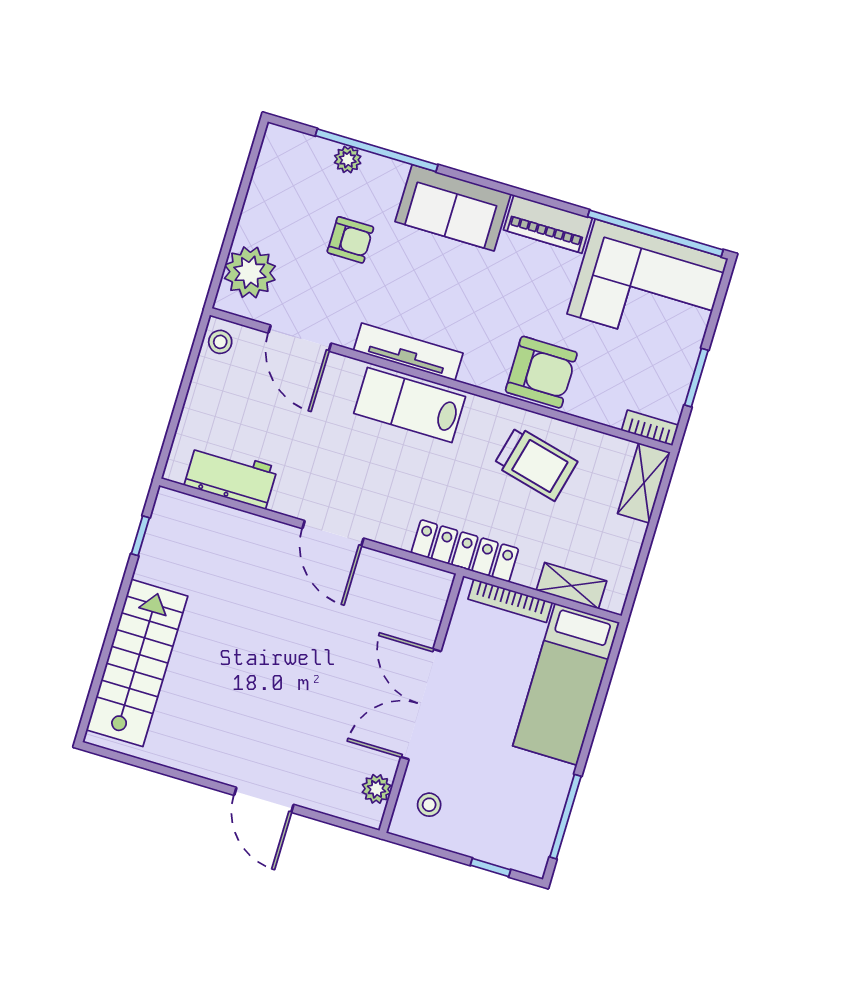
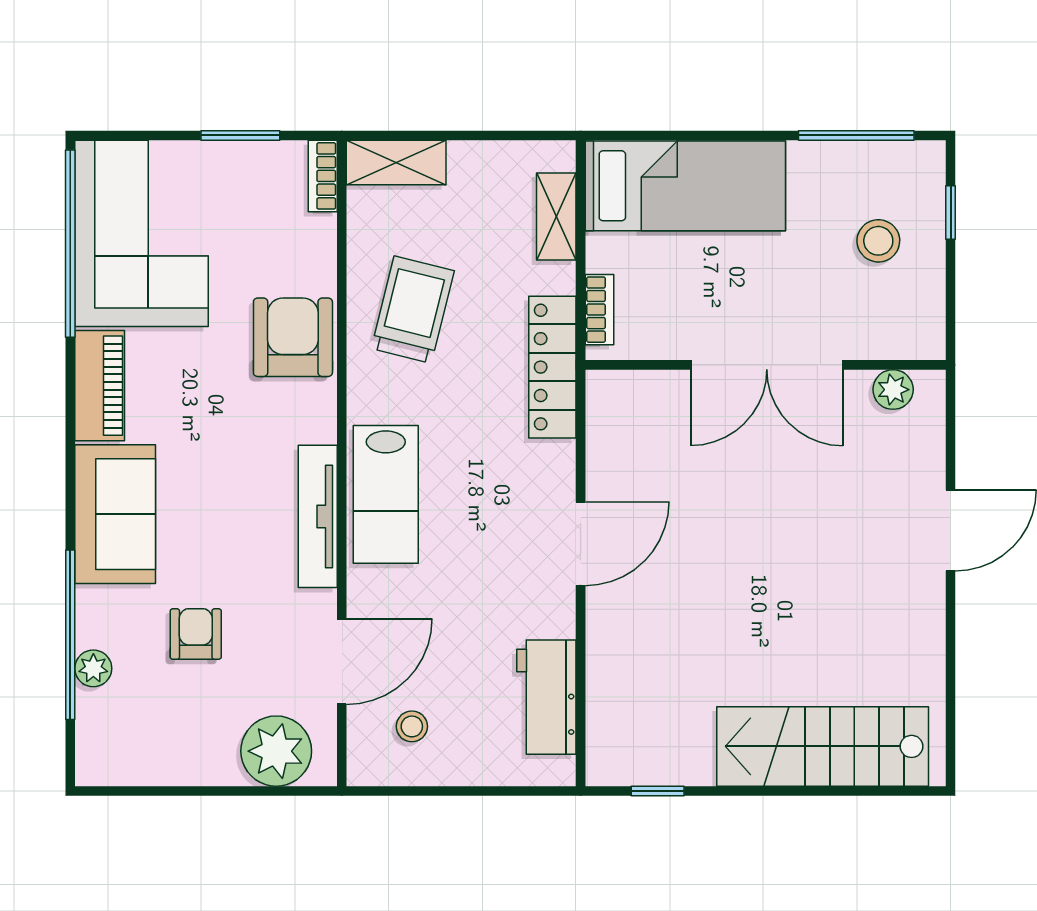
stool: (220, 342) -> (412, 726), moved
bookcase: (510, 601) -> (599, 310), width x0.64
stool: (429, 805) -> (878, 241), moved, width x1.37, depth x1.37

